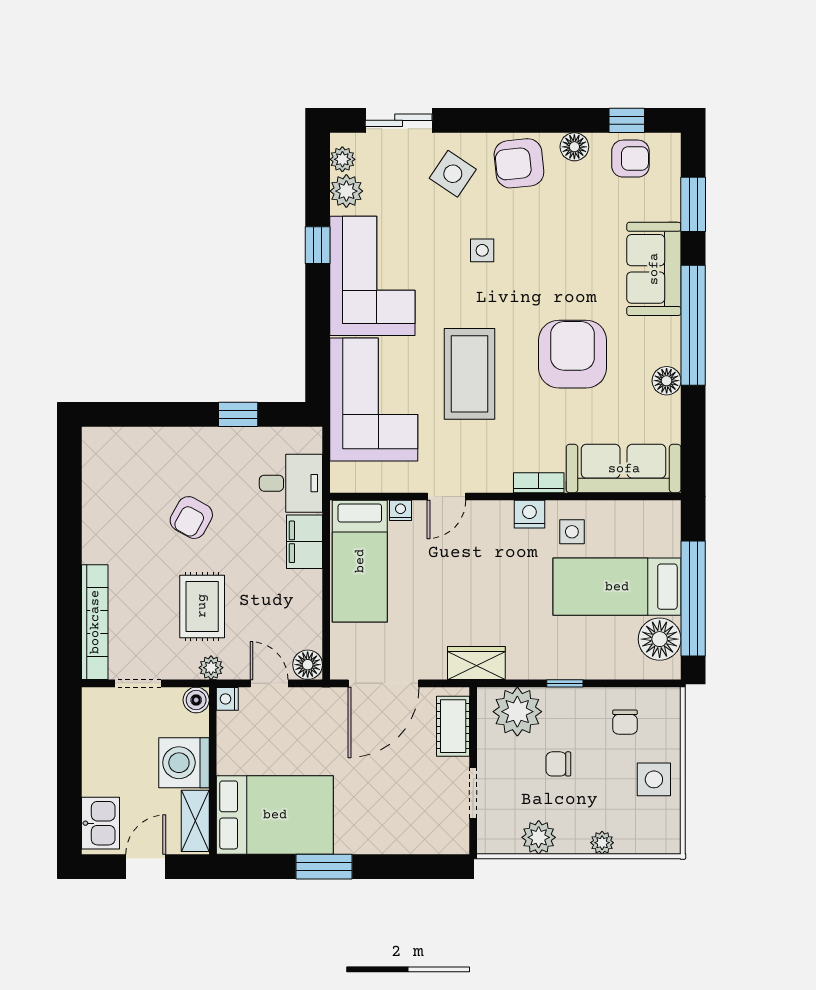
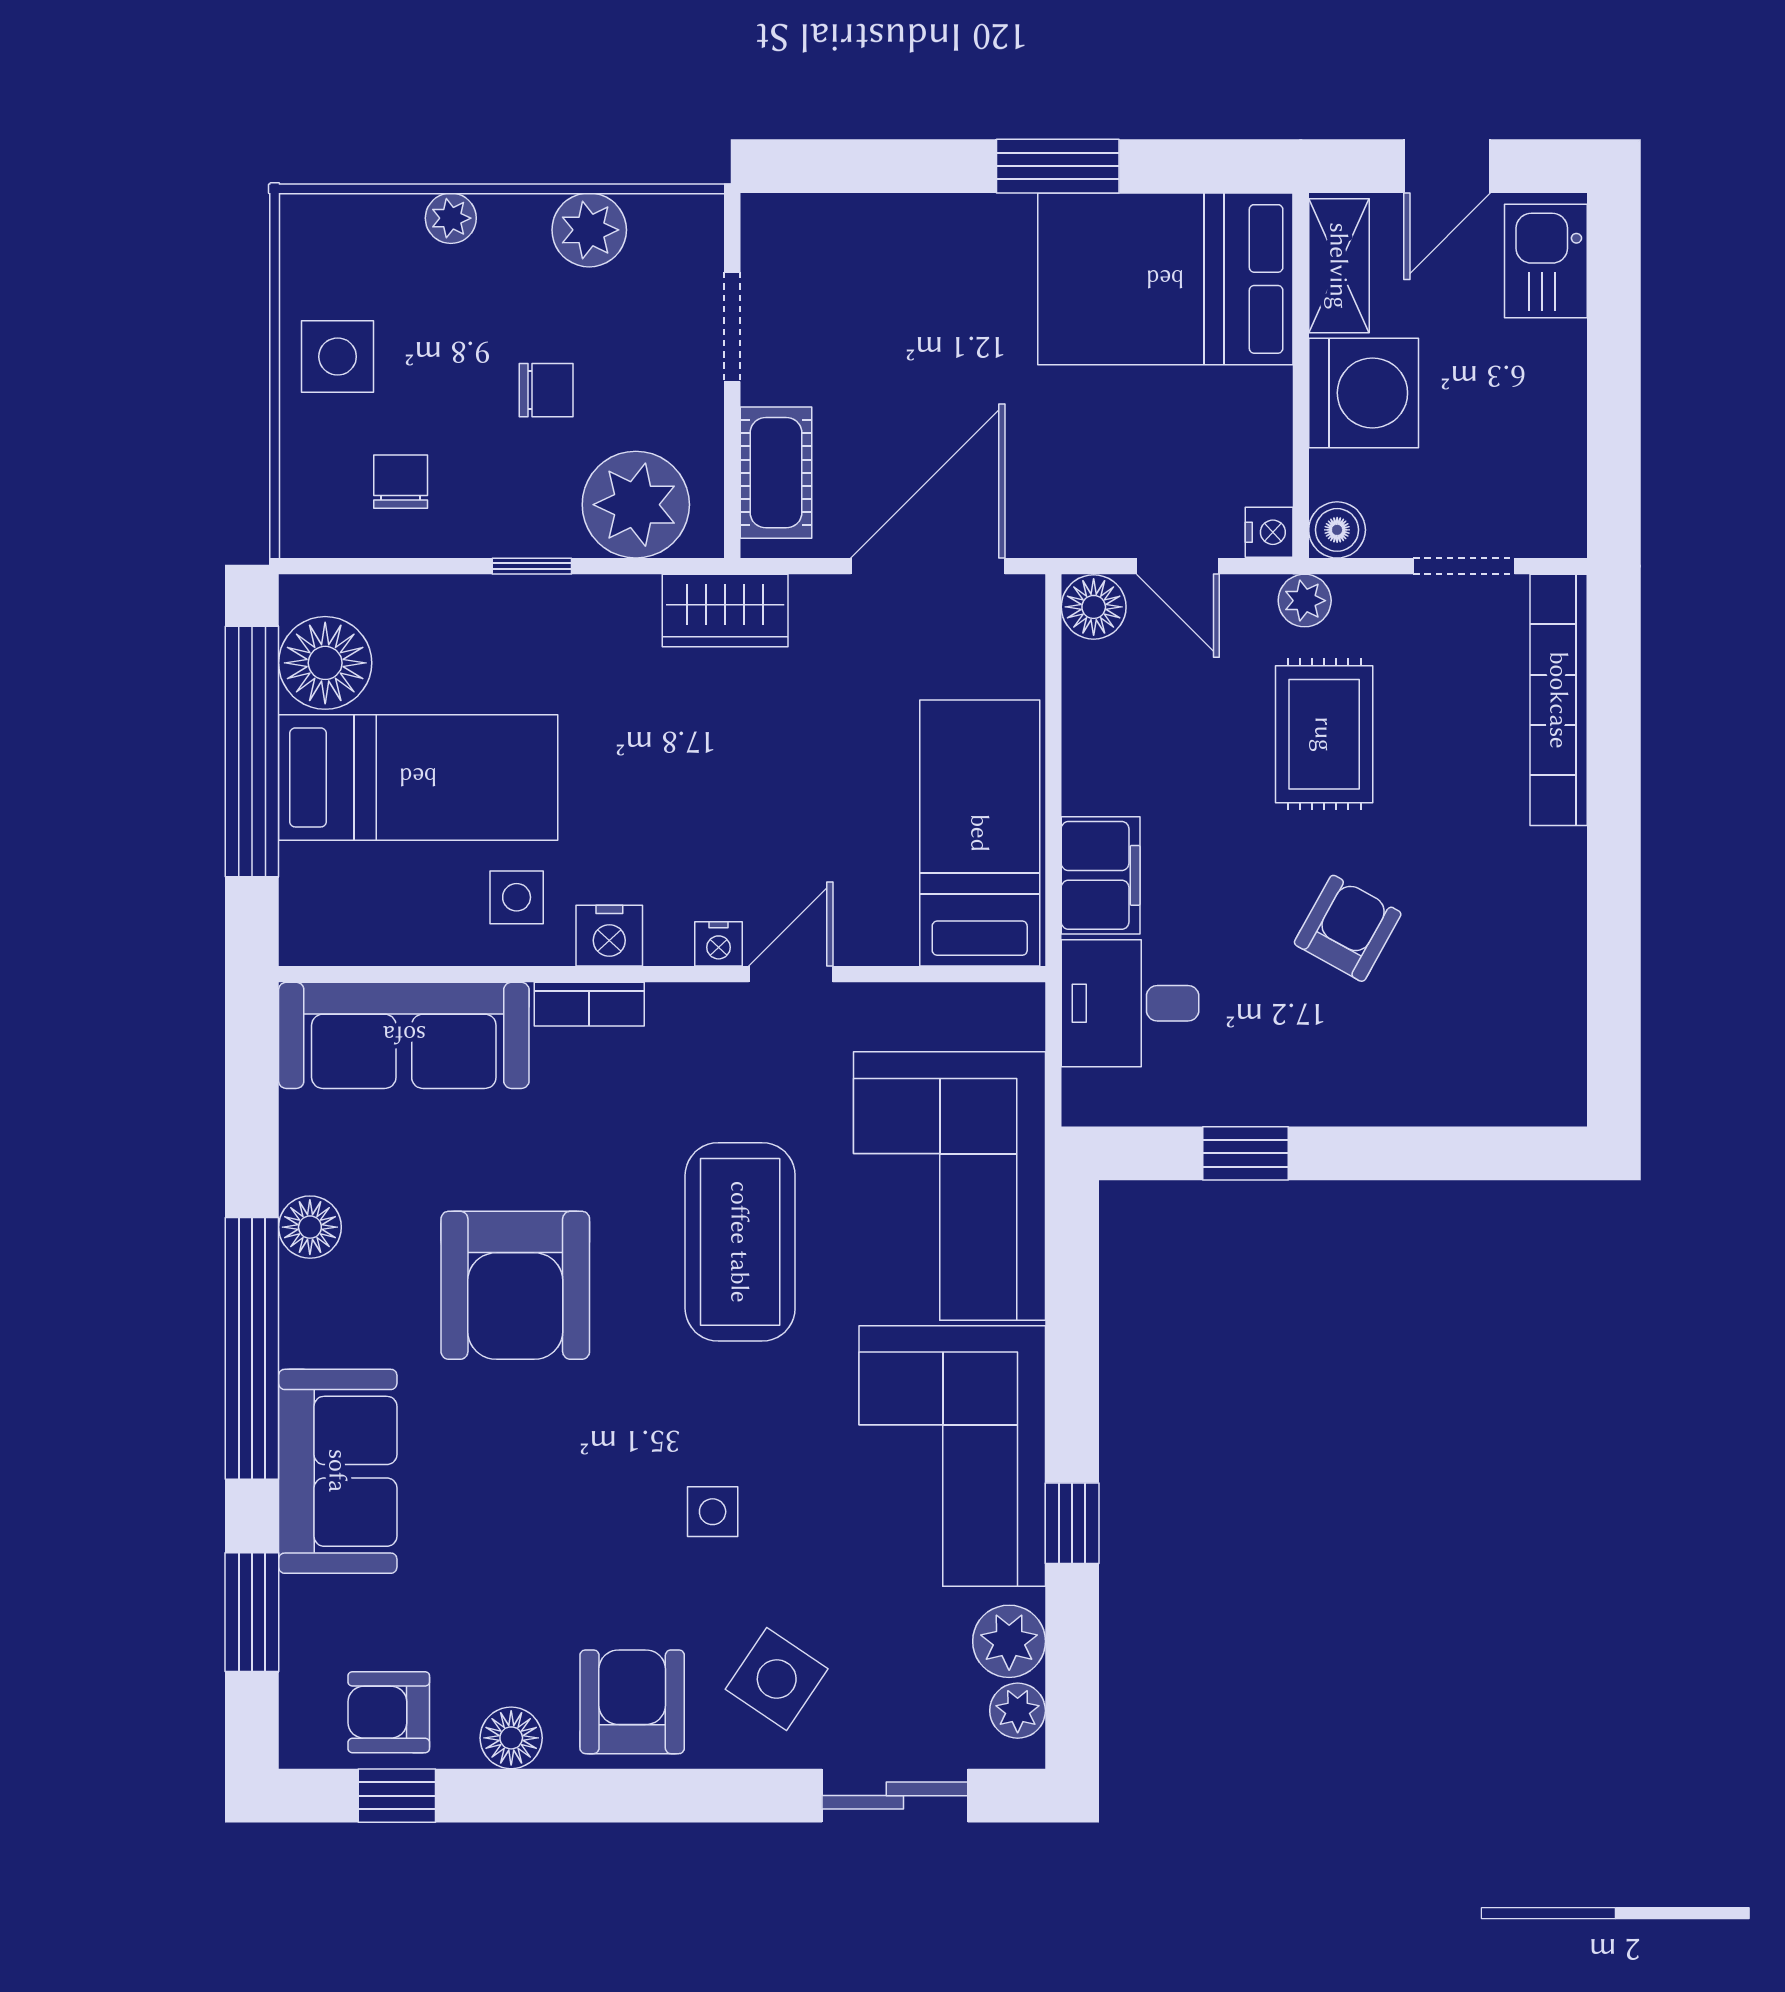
armchair: (519, 163) -> (632, 1702), turned -84
nightstand: (401, 510) -> (719, 944), moved

